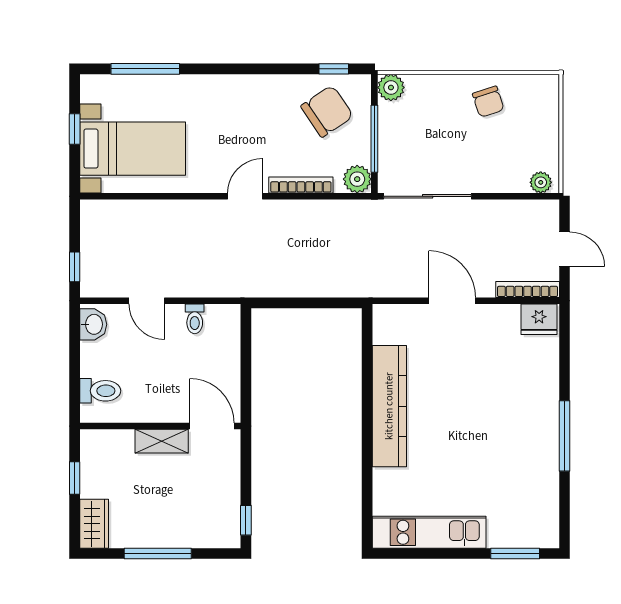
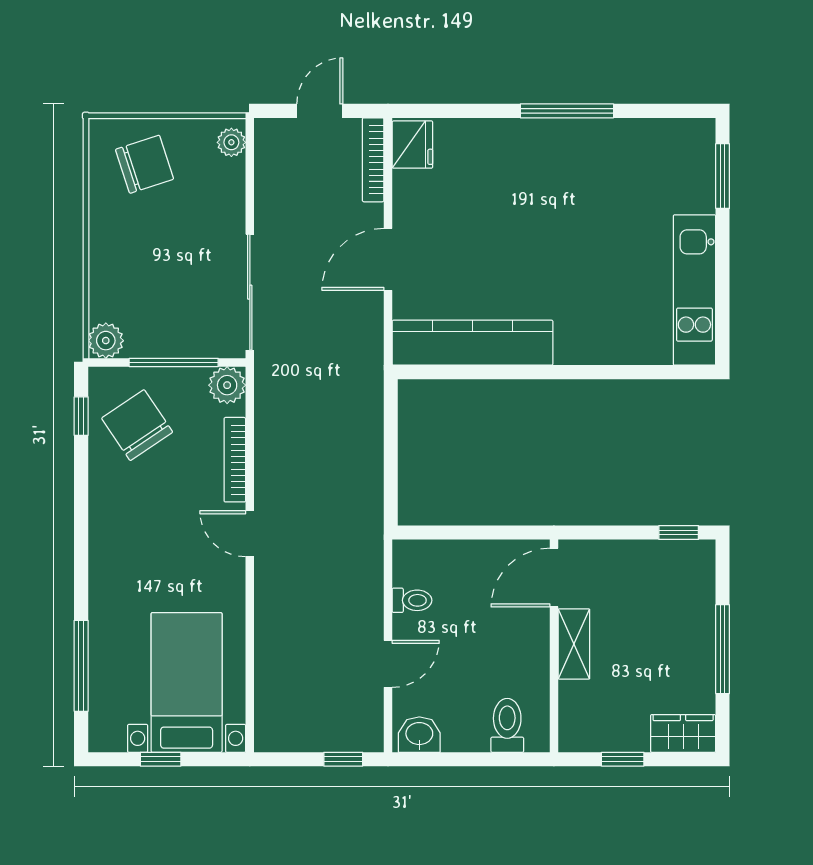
chair: (488, 102) -> (145, 164), moved, width x1.37, depth x1.37
kitchen counter: (389, 406) -> (473, 343), moved

